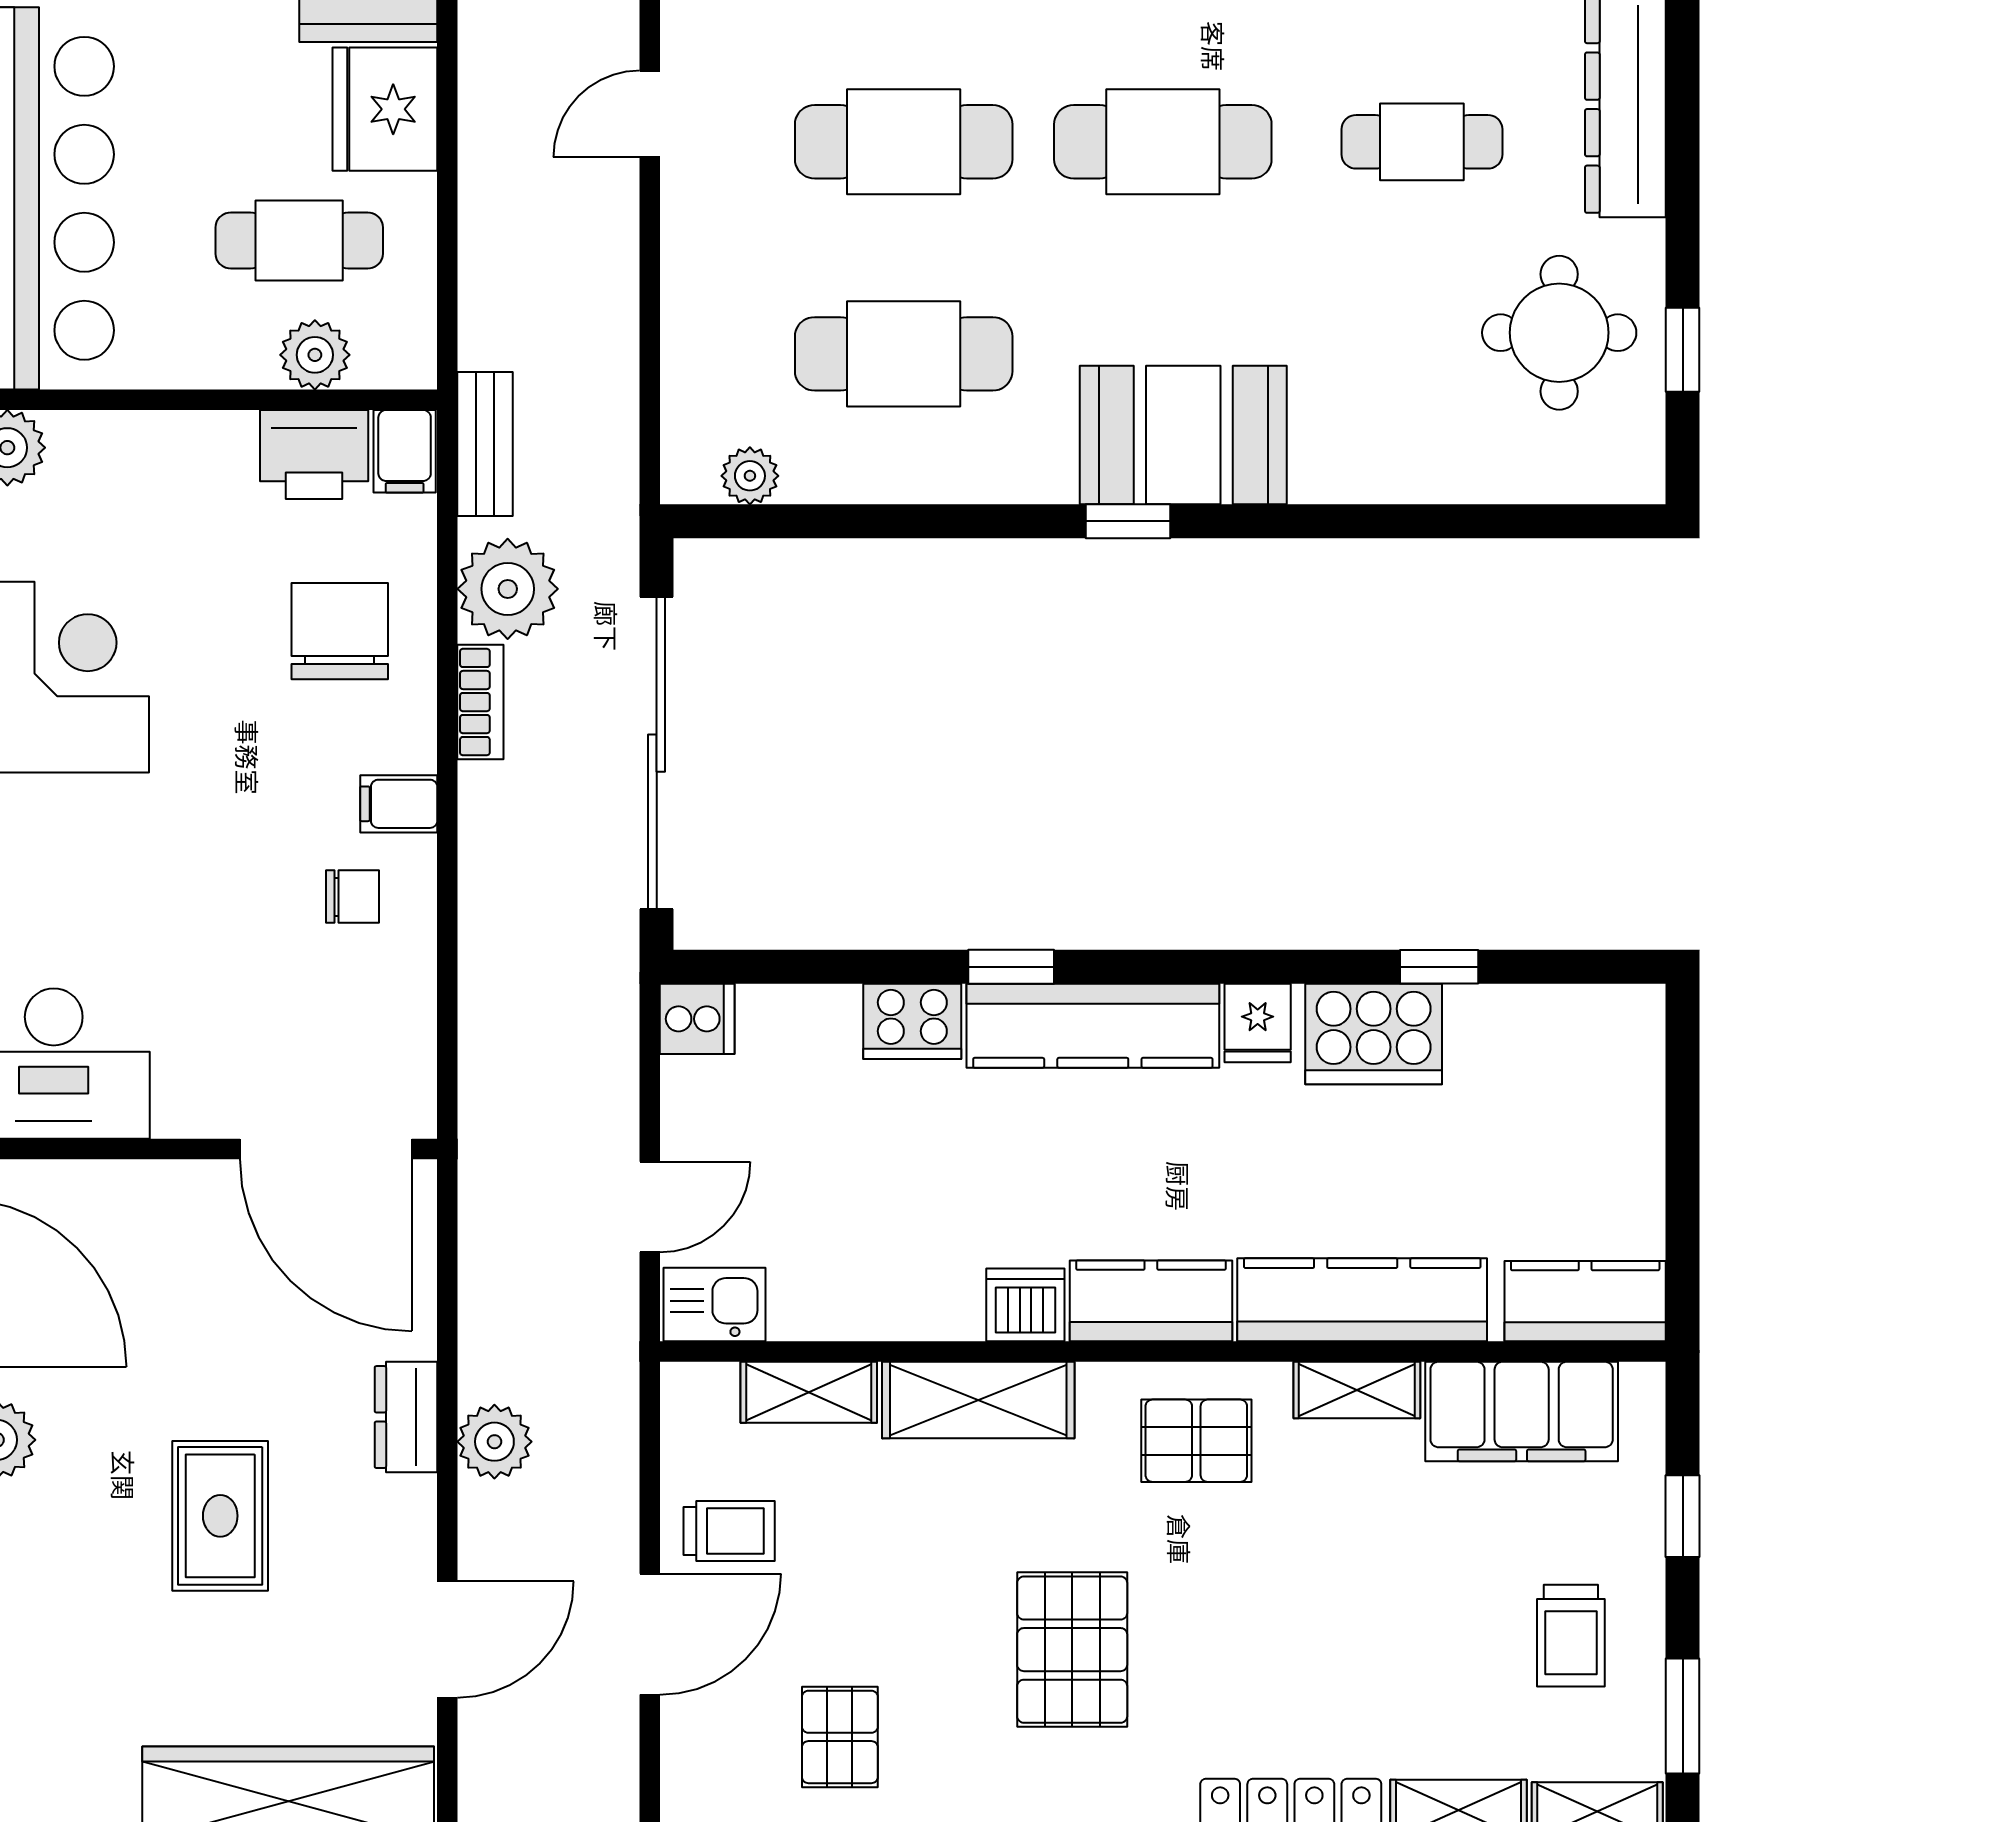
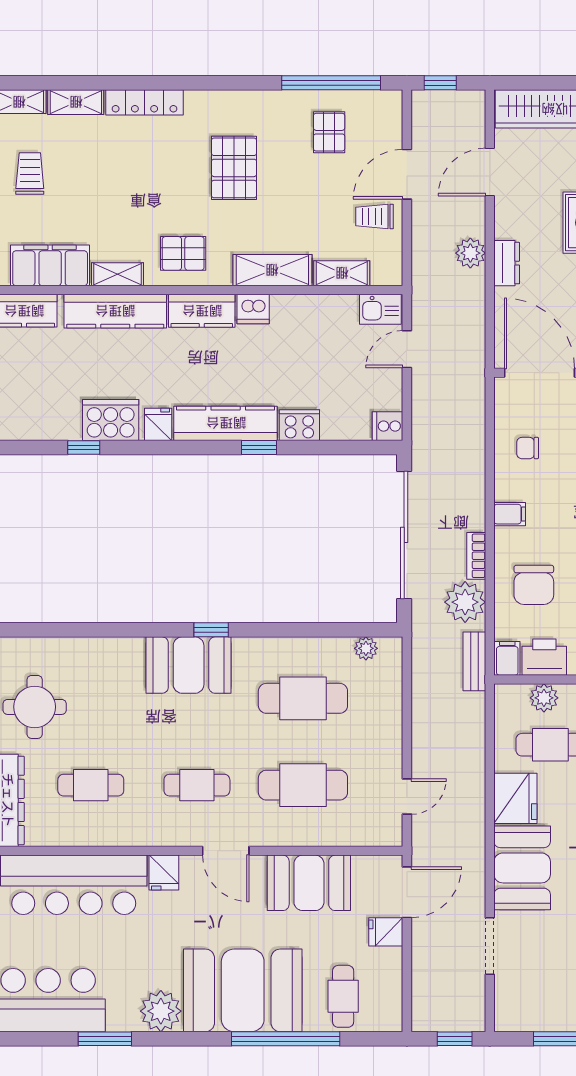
cafe table: (1163, 142) -> (197, 785), width x0.73, depth x0.74
chair: (352, 897) -> (528, 448), moved

